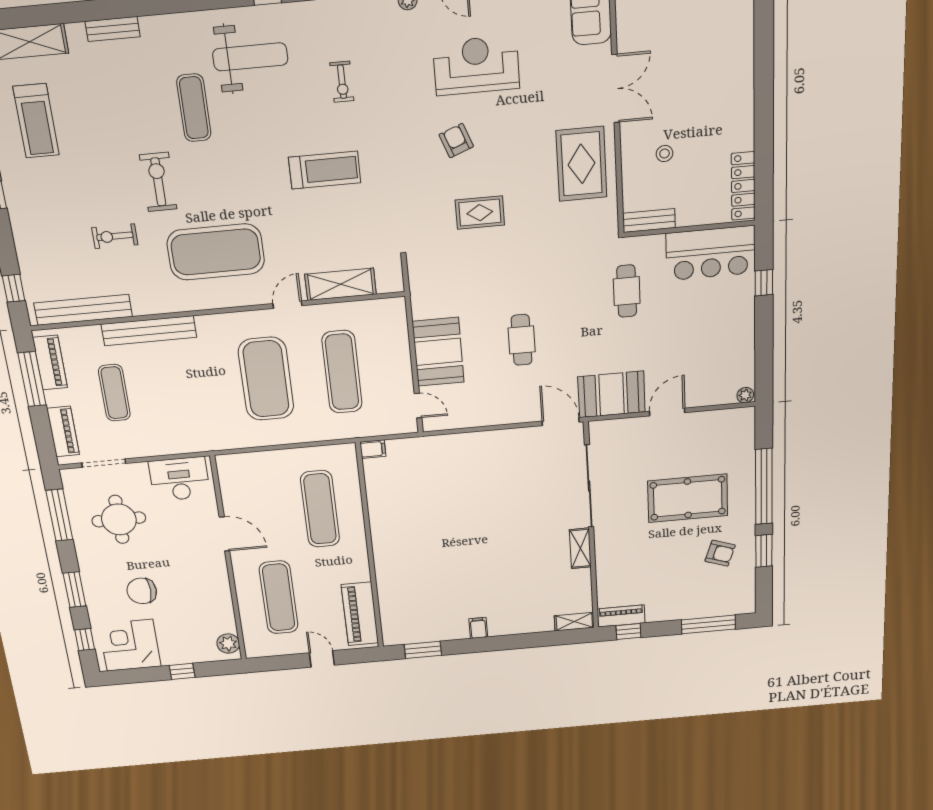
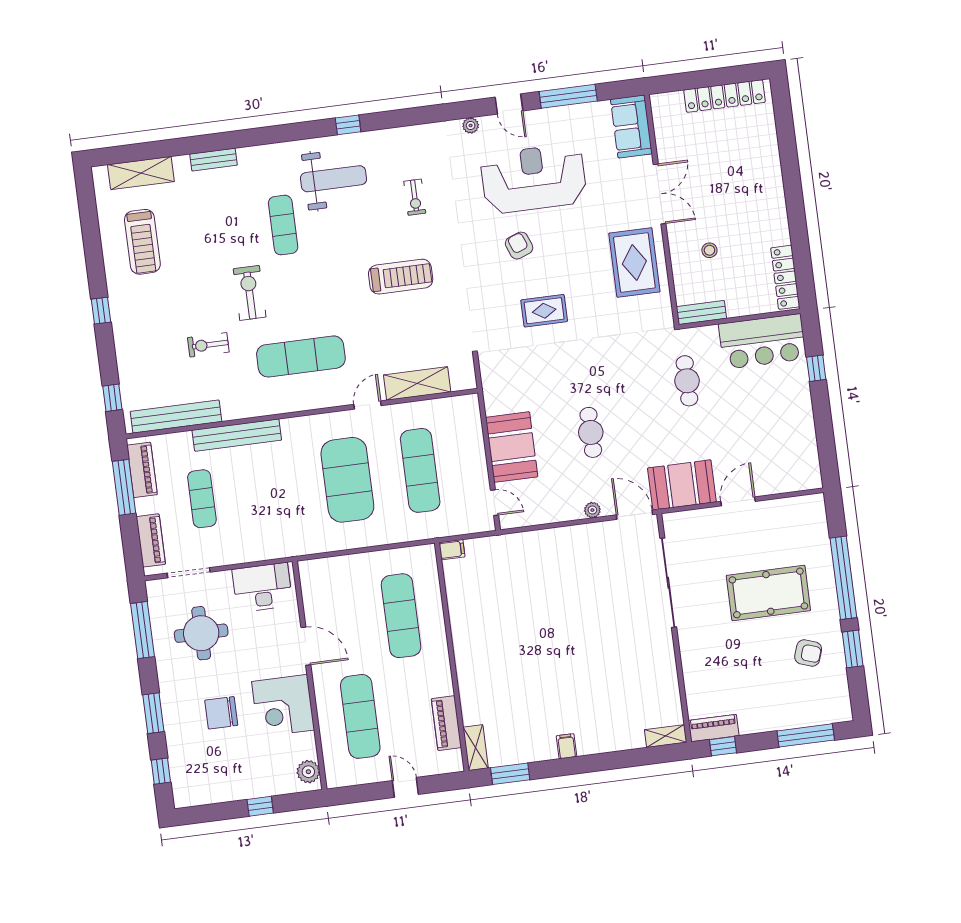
reception desk: (476, 65) -> (534, 179), width x1.36, depth x1.30
exercise mat: (216, 252) -> (301, 356), width x0.68
plant: (745, 395) -> (592, 510), moved
shelving: (580, 548) -> (476, 748), moved
piano: (360, 614) -> (446, 723), width x0.73, depth x0.75
corner desk: (130, 645) -> (283, 706), moved, turned -90

